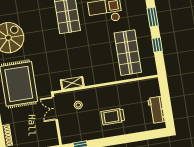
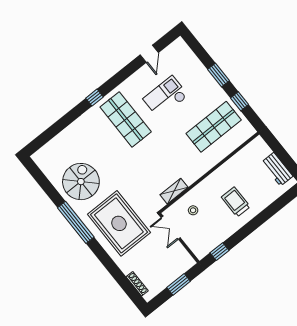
shop shelf: (128, 53) -> (214, 127), turned 90
trolley: (113, 116) -> (236, 202), turned 90

